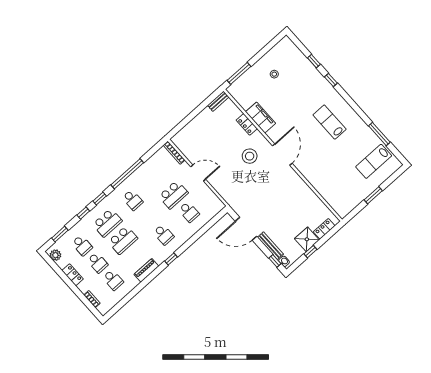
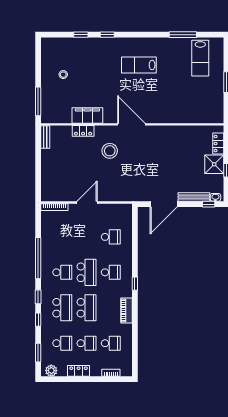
school desk: (173, 195) -> (87, 272), moved

